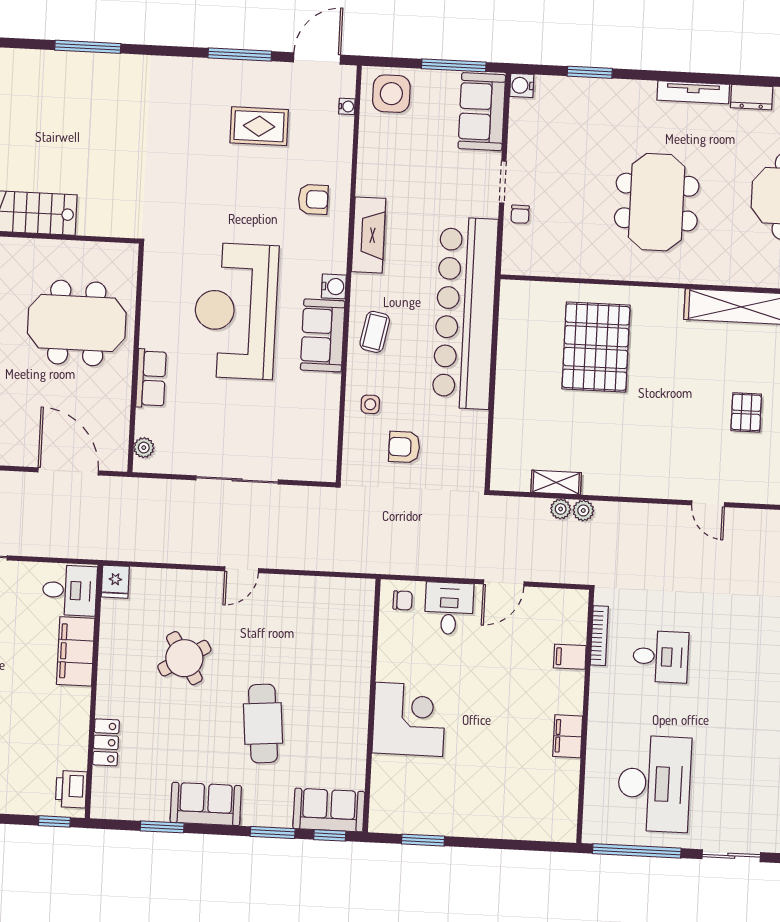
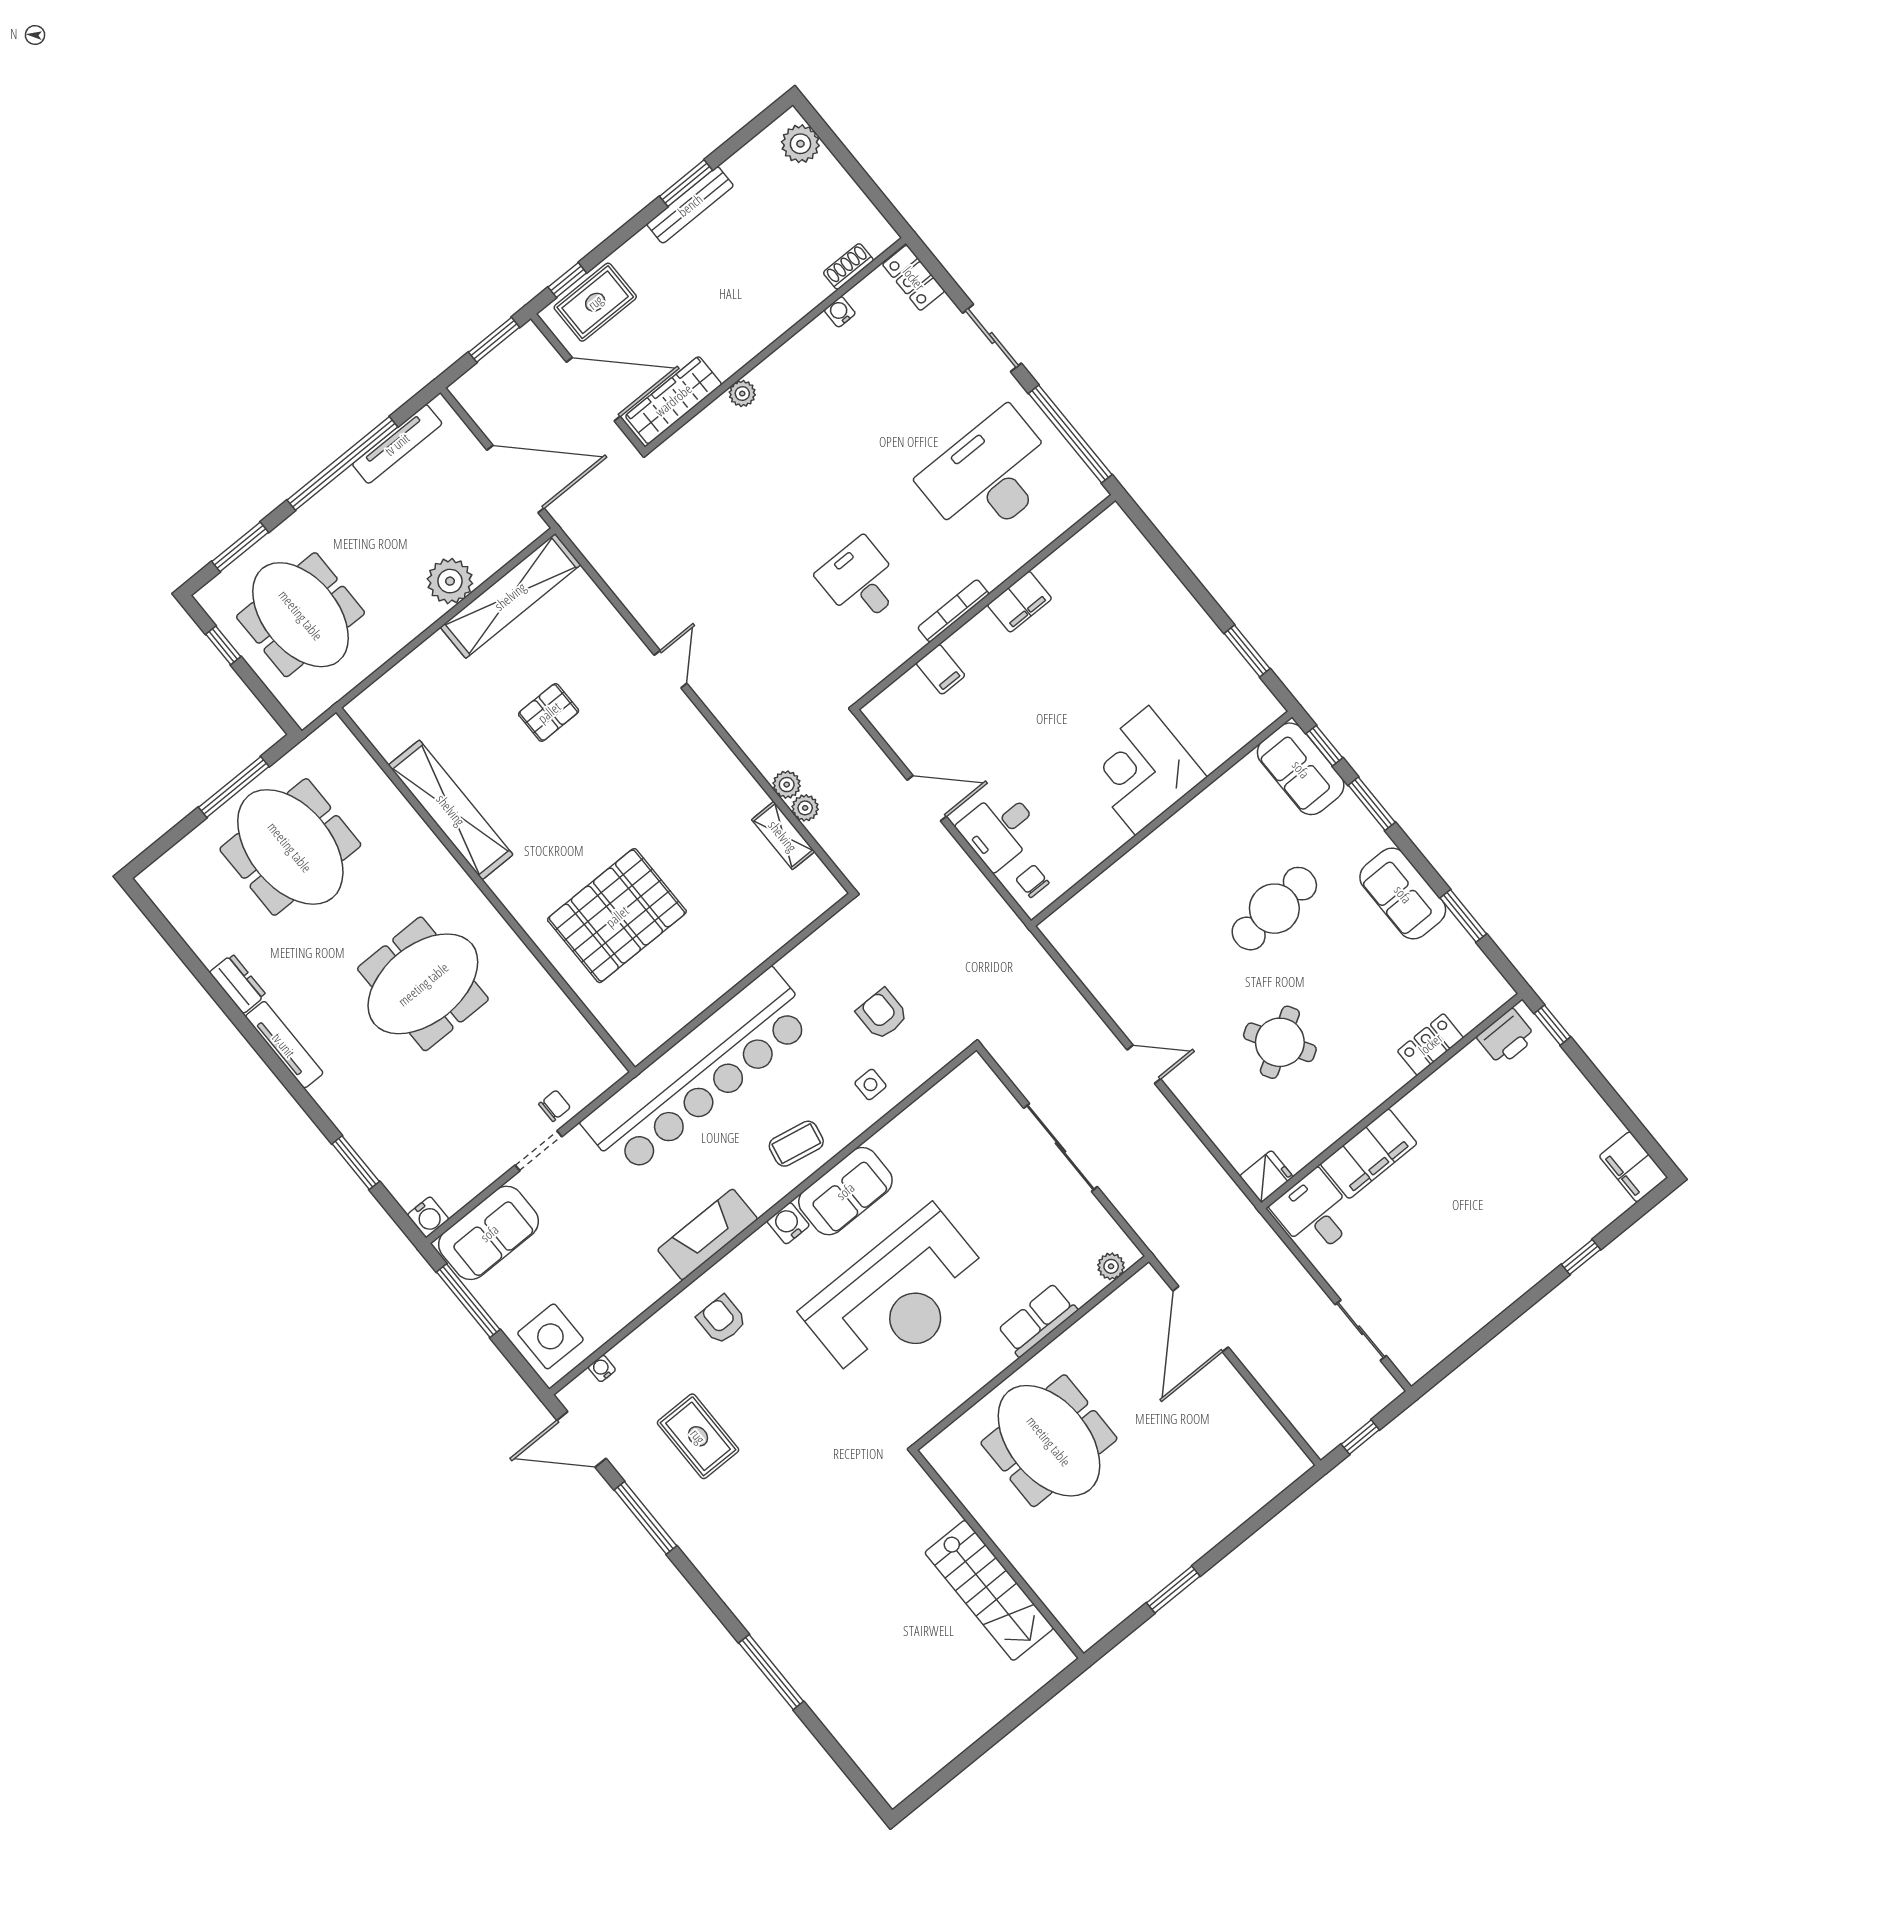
armchair: (404, 447) -> (882, 1014), turned 180
bookcase: (599, 636) -> (953, 611), moved

